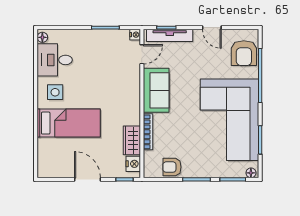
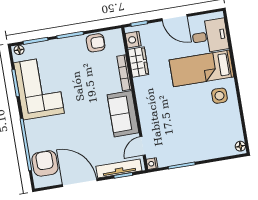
door: (212, 28) -> (80, 183), width x1.88
desk: (55, 60) -> (210, 36), moved
corner sofa: (229, 120) -> (39, 88), width x0.73, depth x0.74

